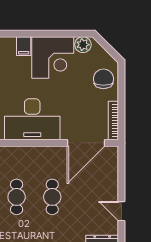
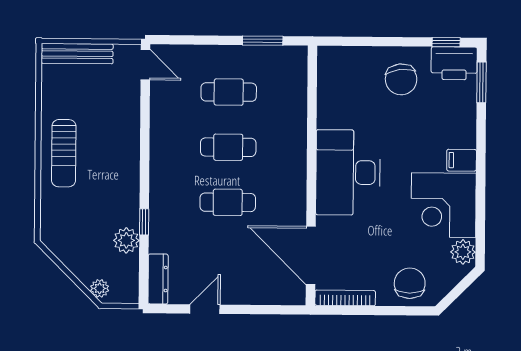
chair: (103, 79) -> (410, 283), turned -90

